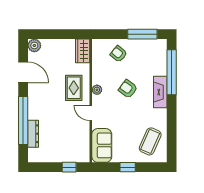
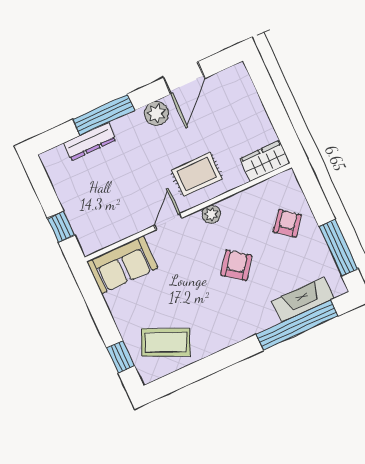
plant: (34, 45) -> (156, 113), moved
fireplace: (160, 92) -> (303, 300), moved
window: (23, 121) -> (104, 115), width x0.68
window: (128, 167) -> (121, 357), moved

